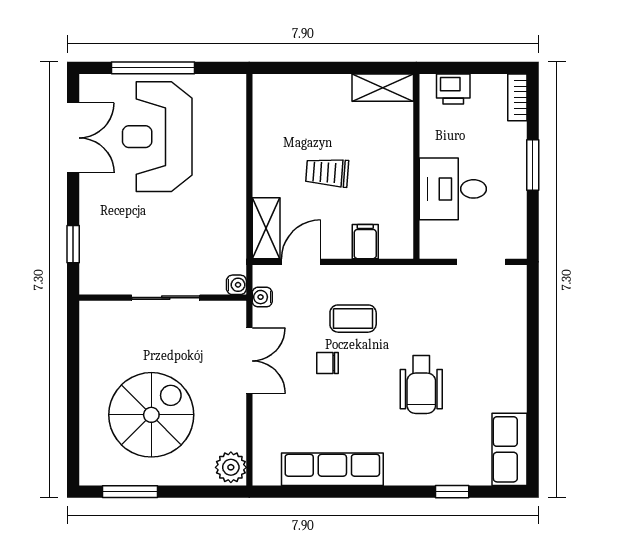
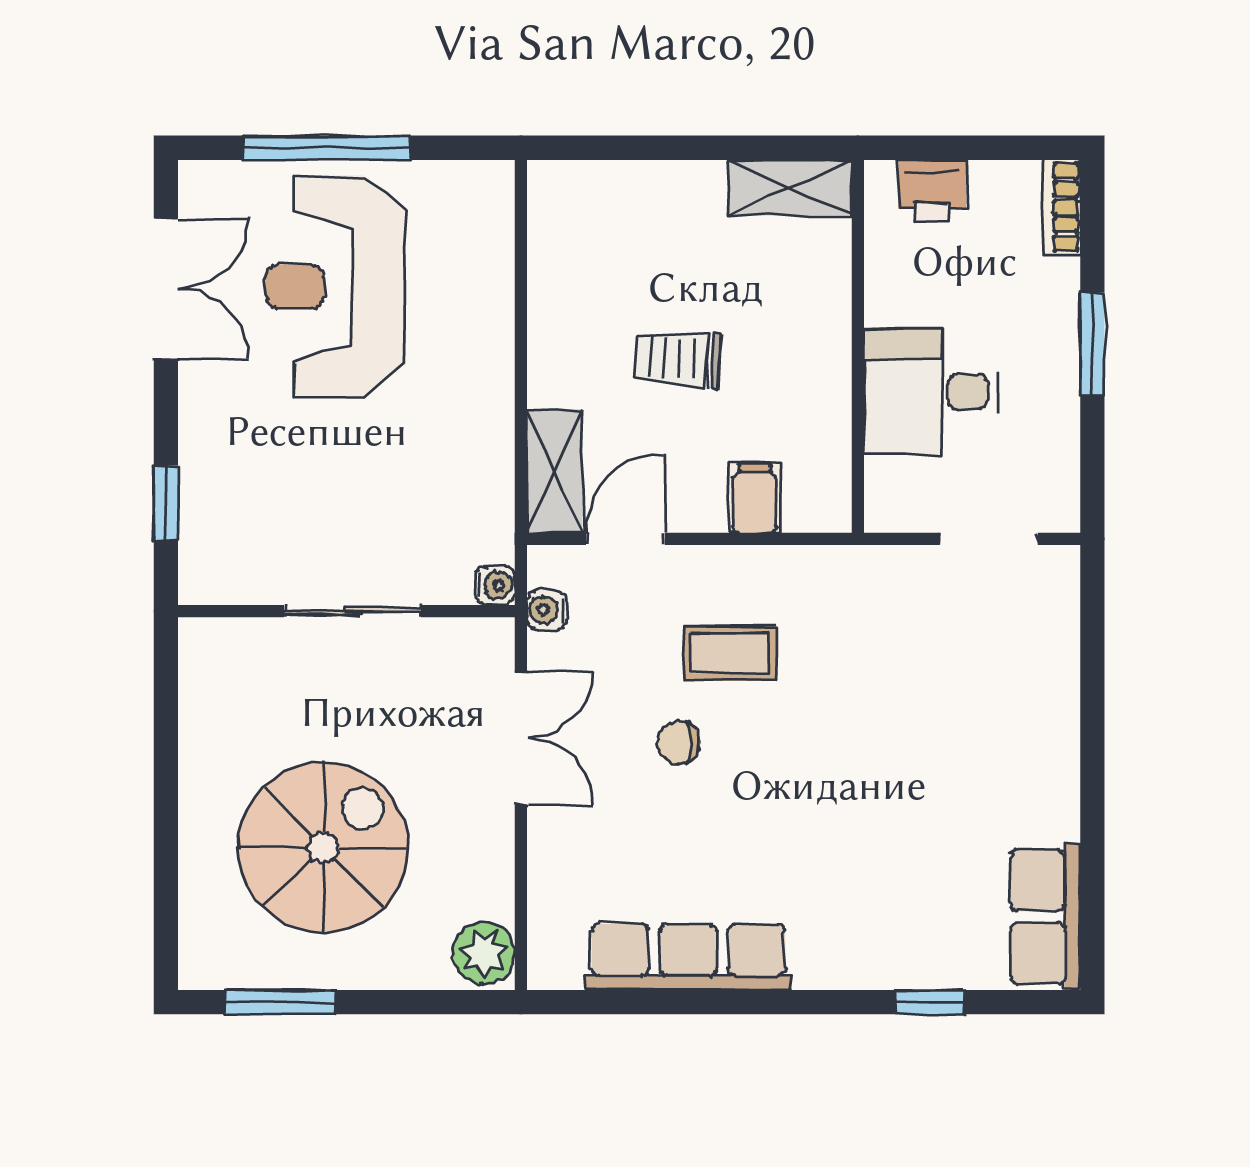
wheelchair: (421, 385) -> (868, 786), removed

